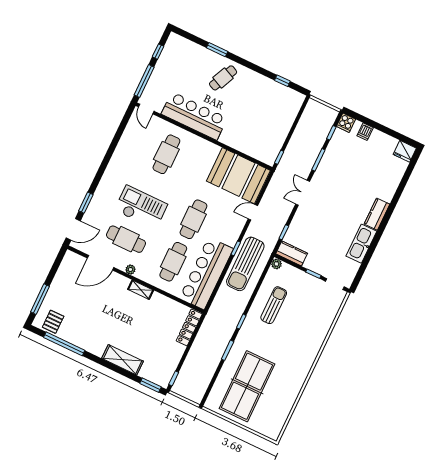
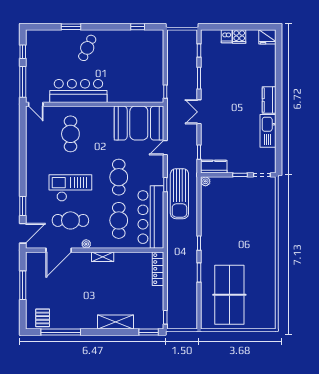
cooker: (346, 123) -> (239, 36), moved
window: (40, 299) -> (23, 285), moved
sun lounger: (274, 305) -> (219, 217), removed

